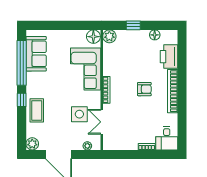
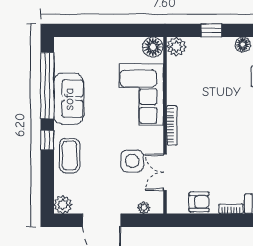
sofa: (36, 54) -> (69, 99), moved
armchair: (144, 89) -> (199, 202), moved

